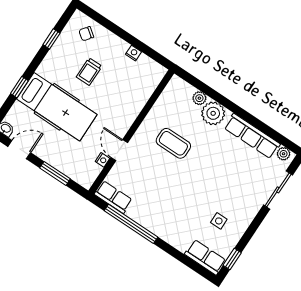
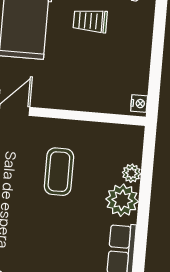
nightstand: (134, 53) -> (139, 103), moved

